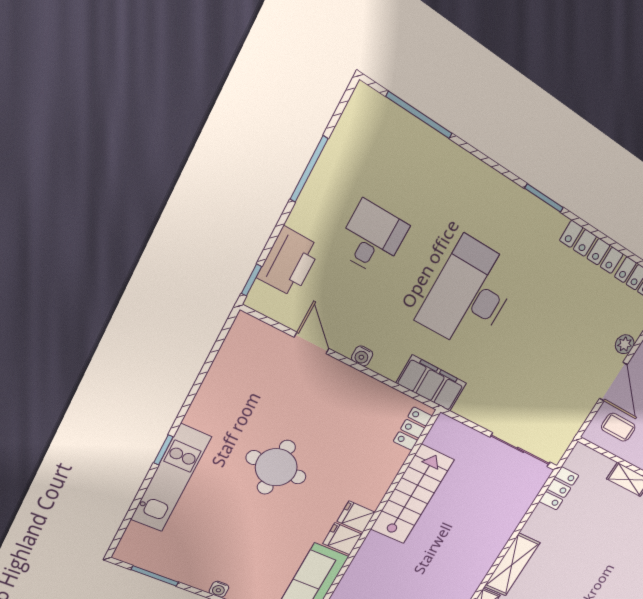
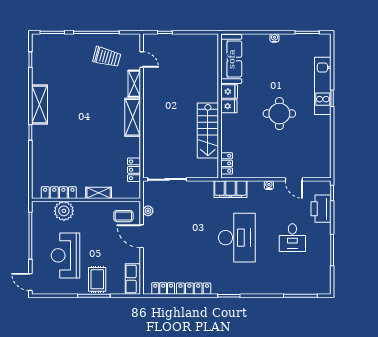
plant: (625, 344) -> (148, 211), moved

